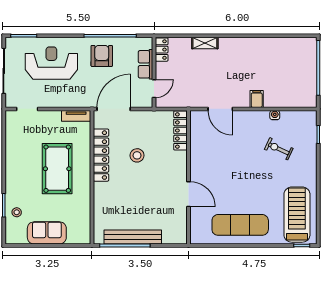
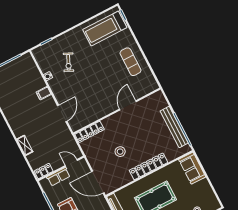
locker: (101, 155) -> (148, 166), moved
exercise mat: (240, 225) -> (130, 62), width x0.73, depth x0.69
sofa: (47, 233) -> (192, 168), moved

